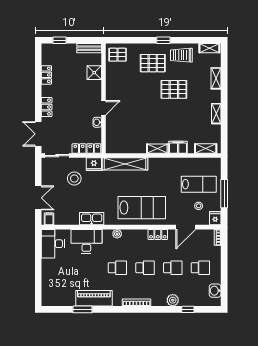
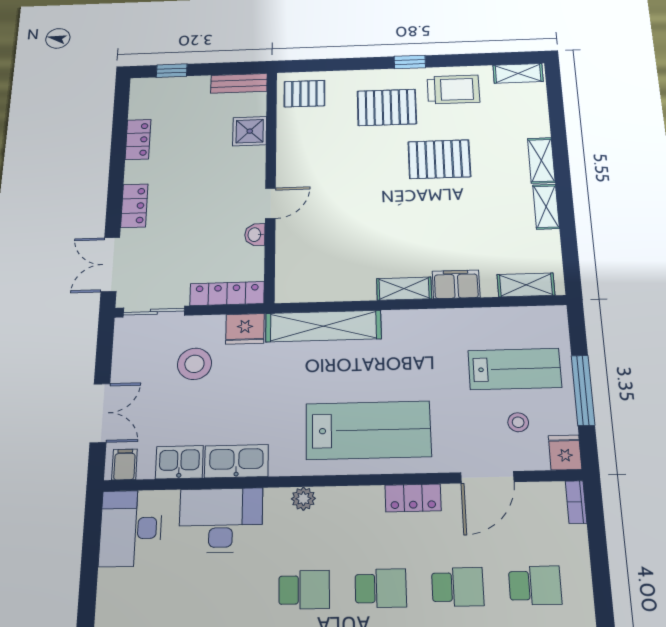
trolley: (181, 55) -> (453, 89), turned 180
shelving: (216, 78) -> (541, 160), moved
kitchen sink: (70, 219) -> (179, 462), added

